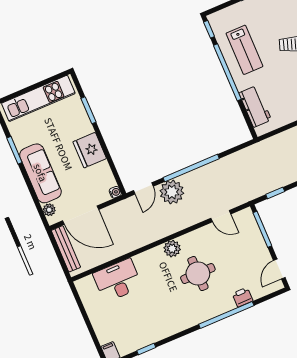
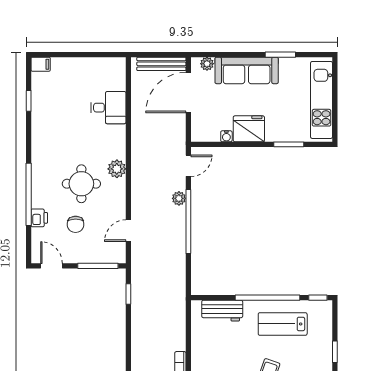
door: (143, 188) -> (188, 166), swing flipped
water cooler: (115, 192) -> (226, 136), moved
plant: (172, 192) -> (179, 198), width x0.53, depth x0.53
chair: (235, 264) -> (76, 224), added
desk: (118, 280) -> (108, 108), width x0.73

